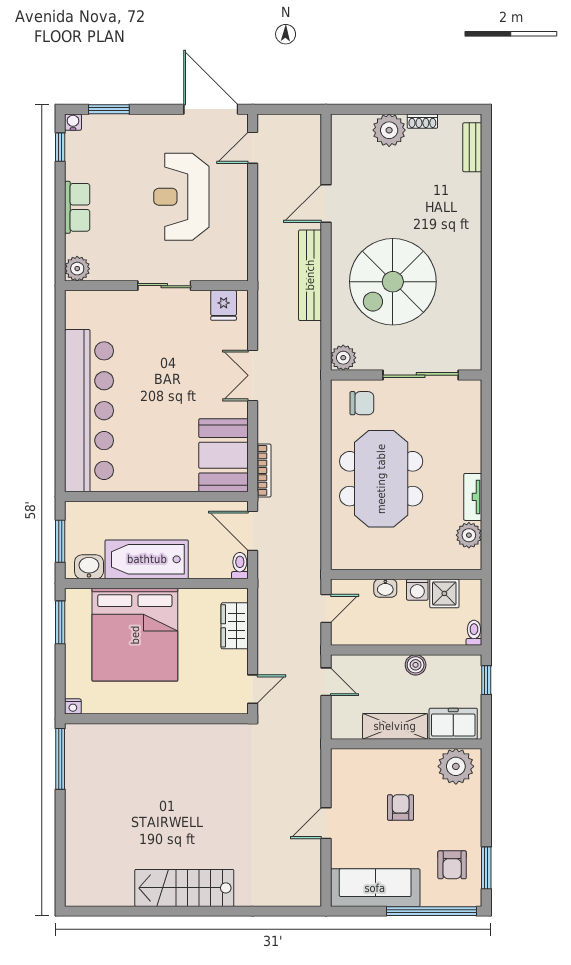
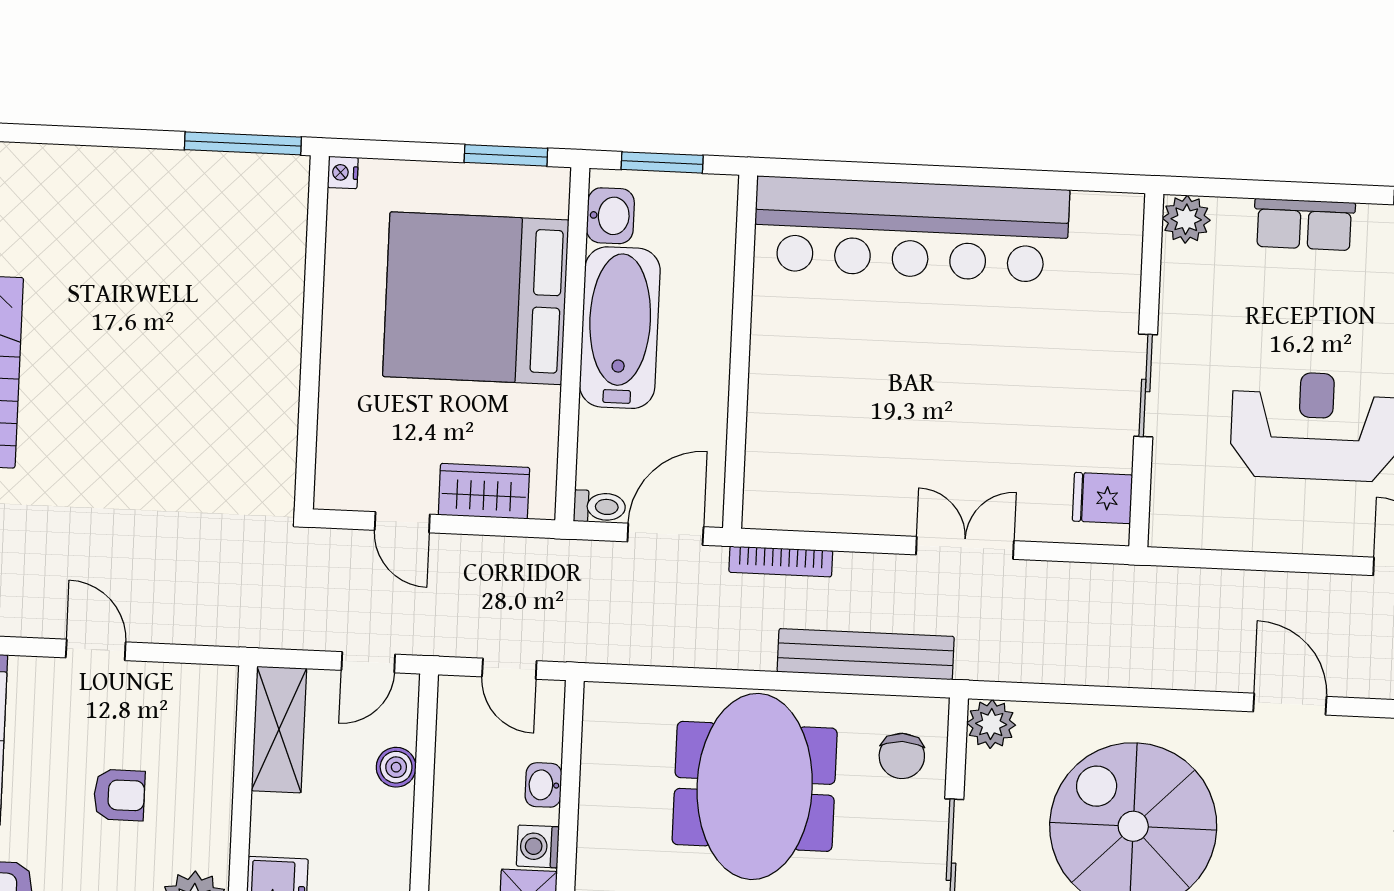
bench: (310, 275) -> (866, 654), moved
booth: (223, 455) -> (814, 485), removed
meeting table: (381, 479) -> (755, 786), turned 90
boiler: (416, 665) -> (396, 767), moved
door: (253, 689) -> (402, 522), moved
shelving: (395, 726) -> (279, 730), moved

